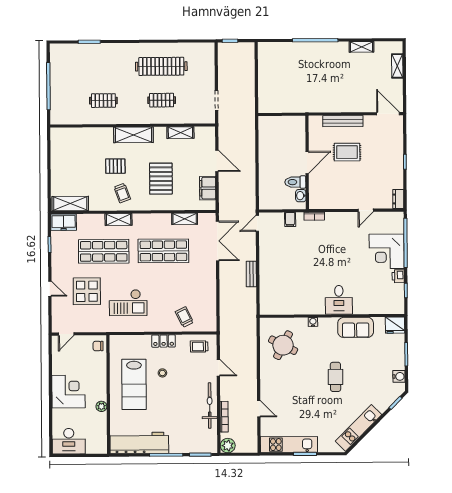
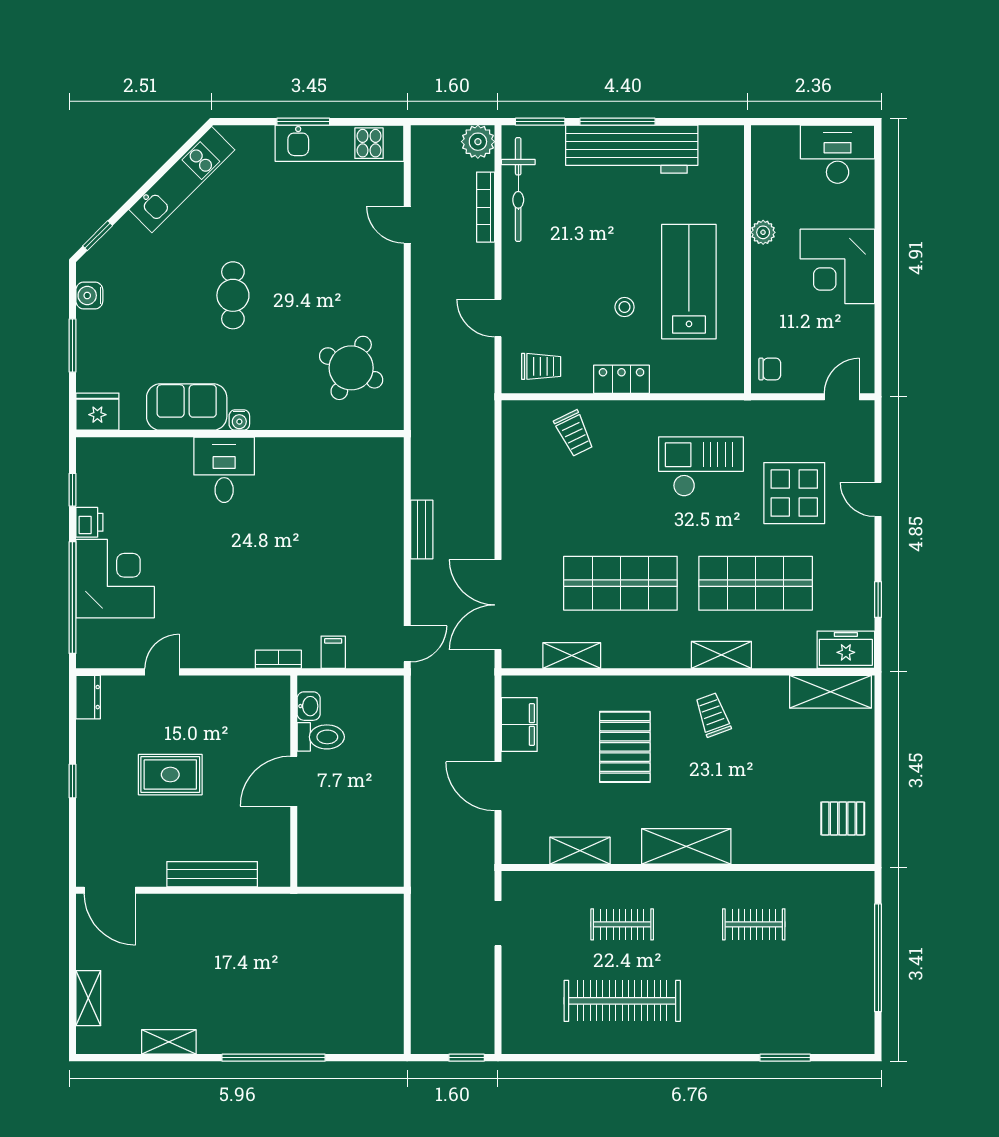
rug: (347, 152) -> (170, 775), moved
pallet: (115, 166) -> (843, 818), moved
water cooler: (313, 322) -> (239, 420), moved
bicycle: (210, 405) -> (518, 190), moved
workbench: (139, 443) -> (632, 149), moved

